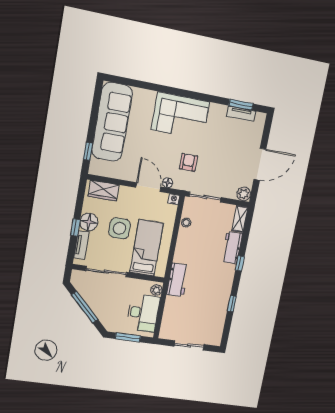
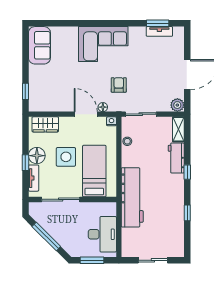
sofa: (112, 122) -> (39, 45), width x0.54, depth x0.79
workbench: (178, 280) -> (132, 197), width x1.88, depth x1.32
plant: (156, 290) -> (111, 210), removed

